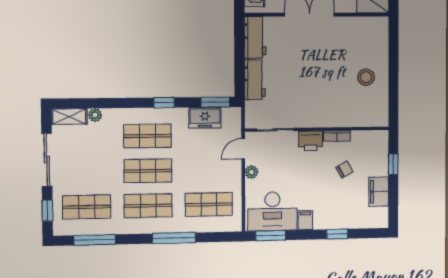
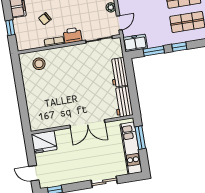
stool: (366, 77) -> (39, 64), moved
window: (215, 102) -> (154, 51), moved
freezer: (205, 118) -> (135, 43), moved

